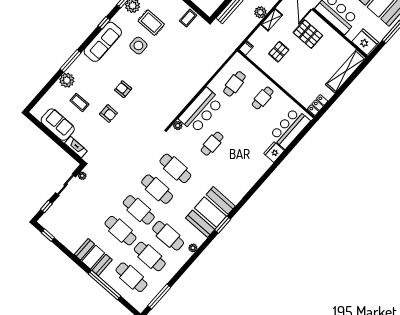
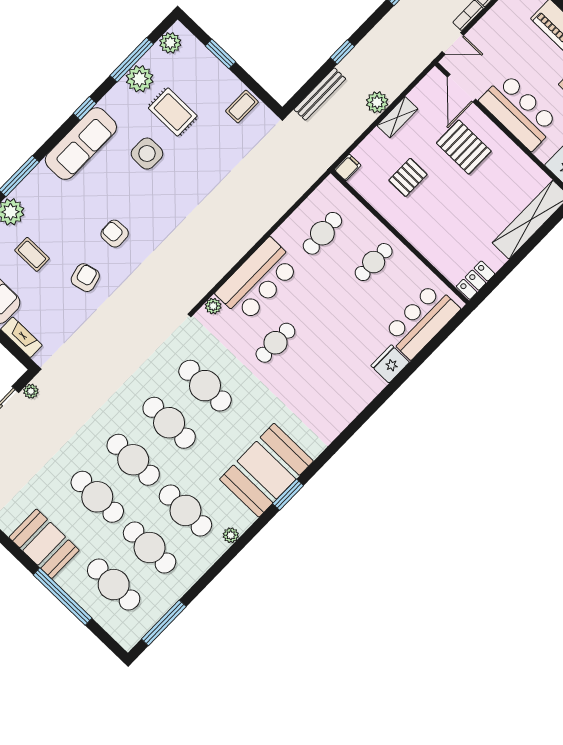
armchair: (109, 114) -> (85, 278), turned -104

